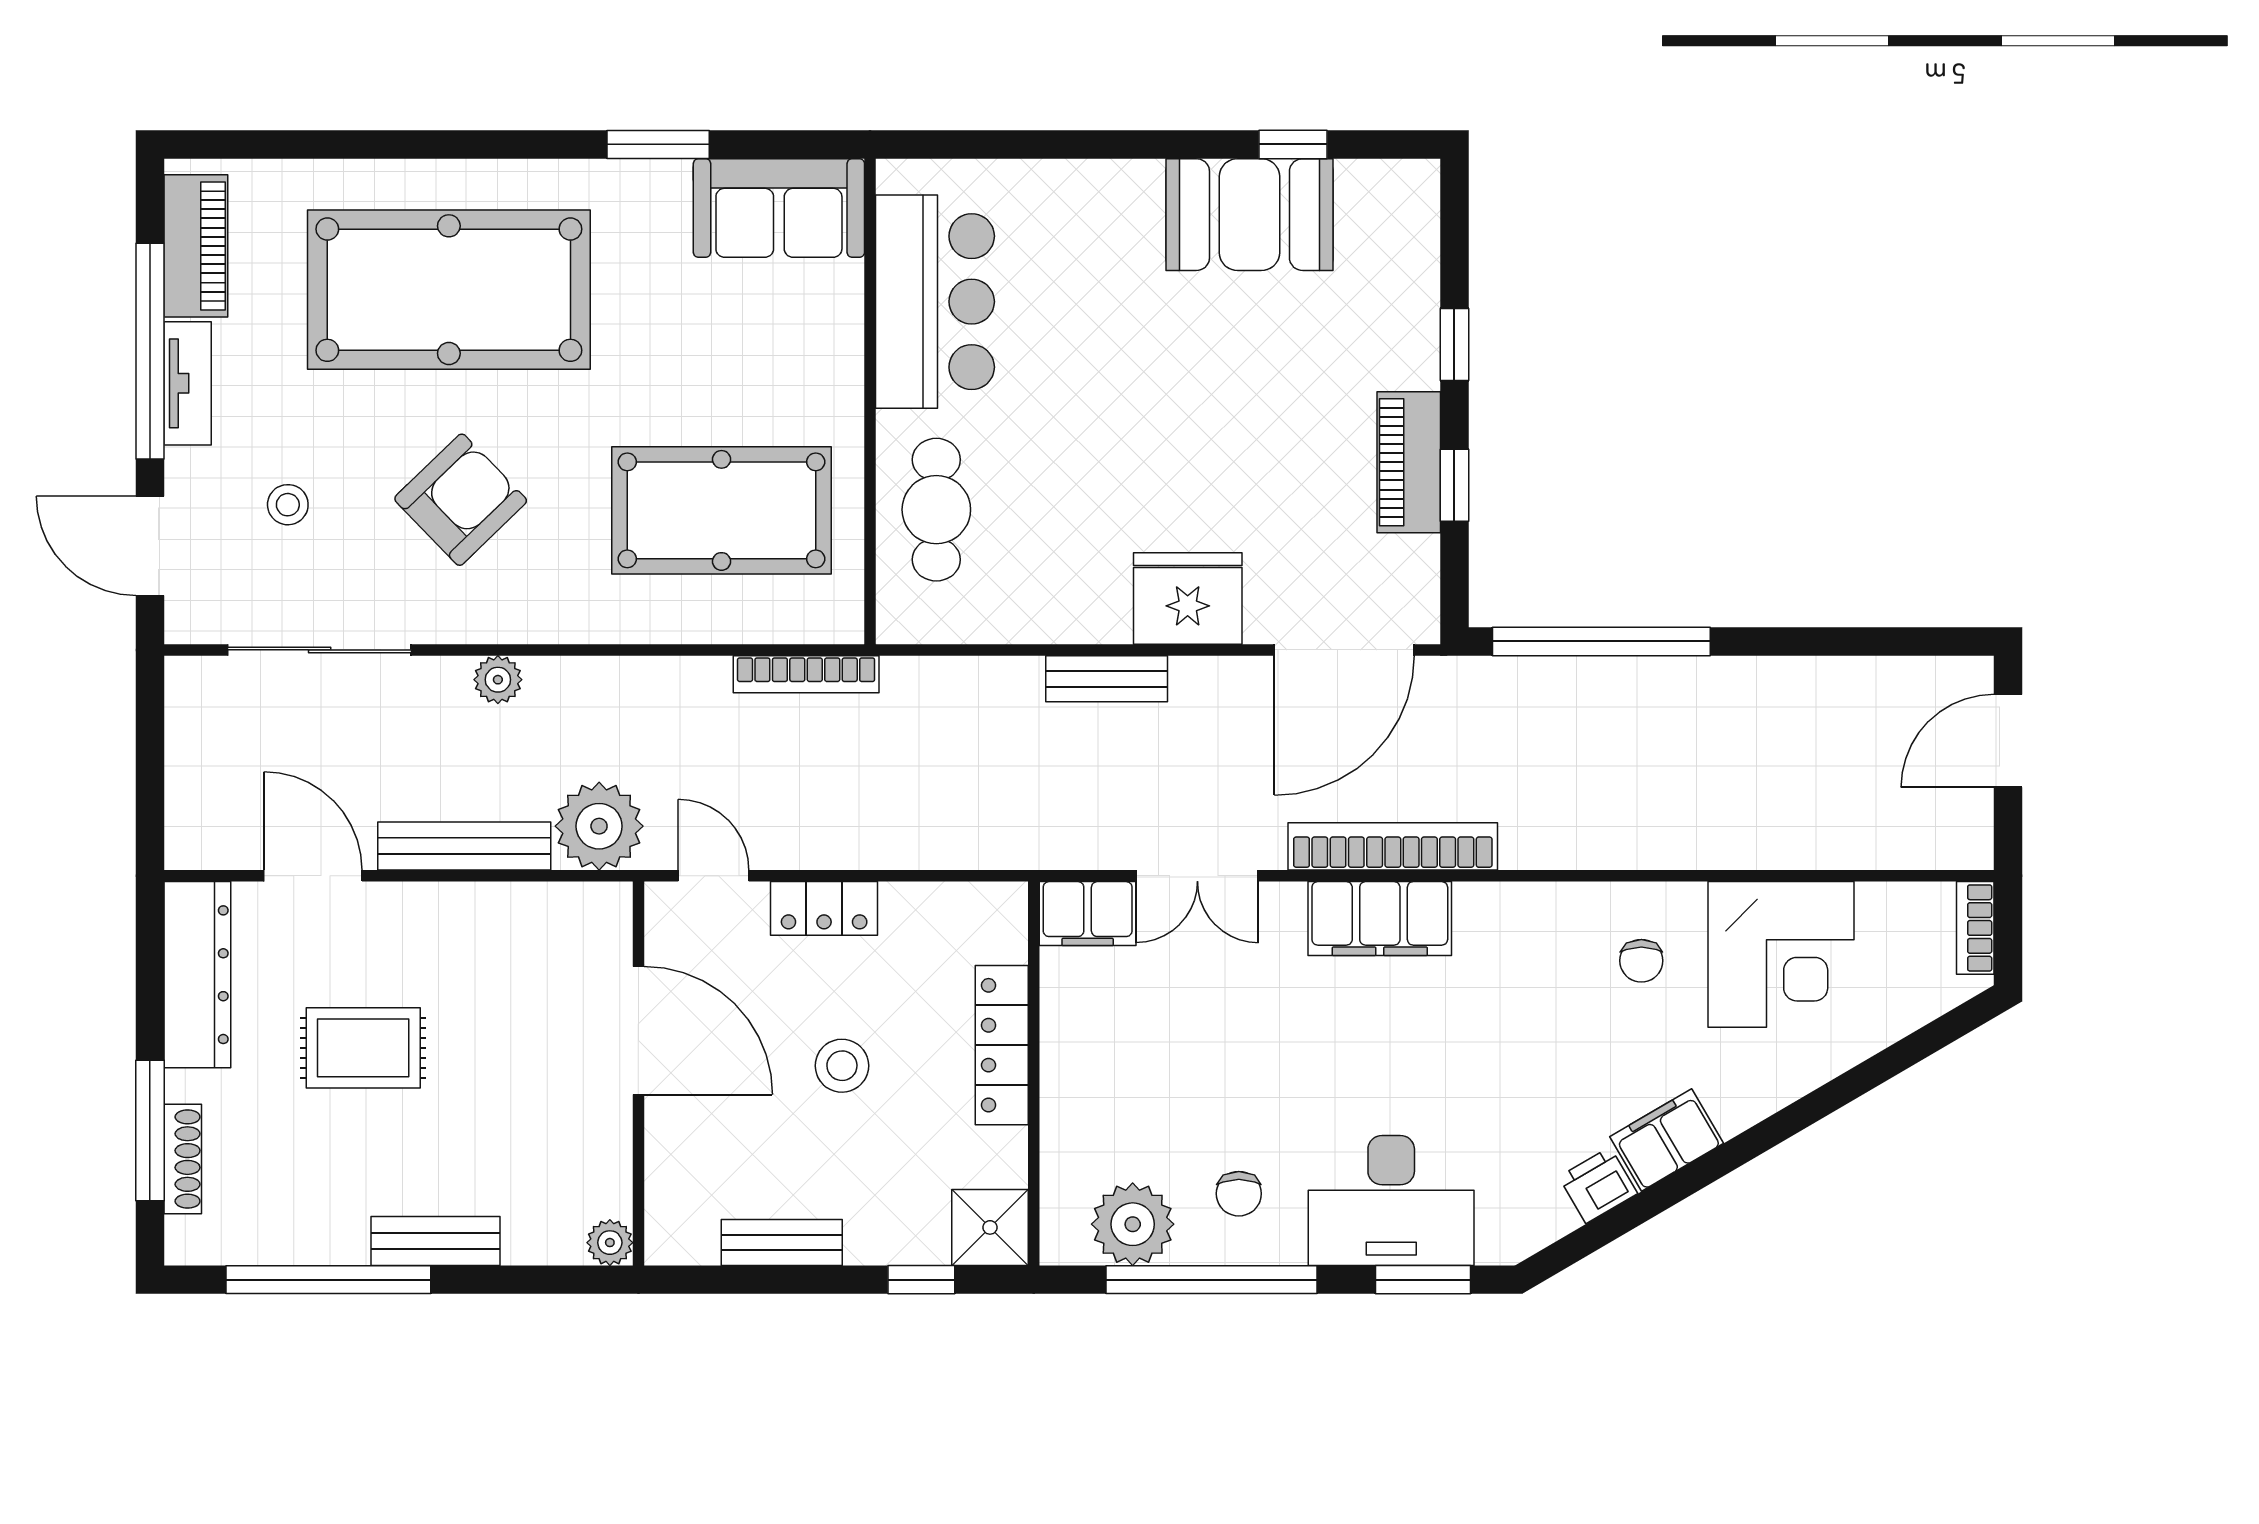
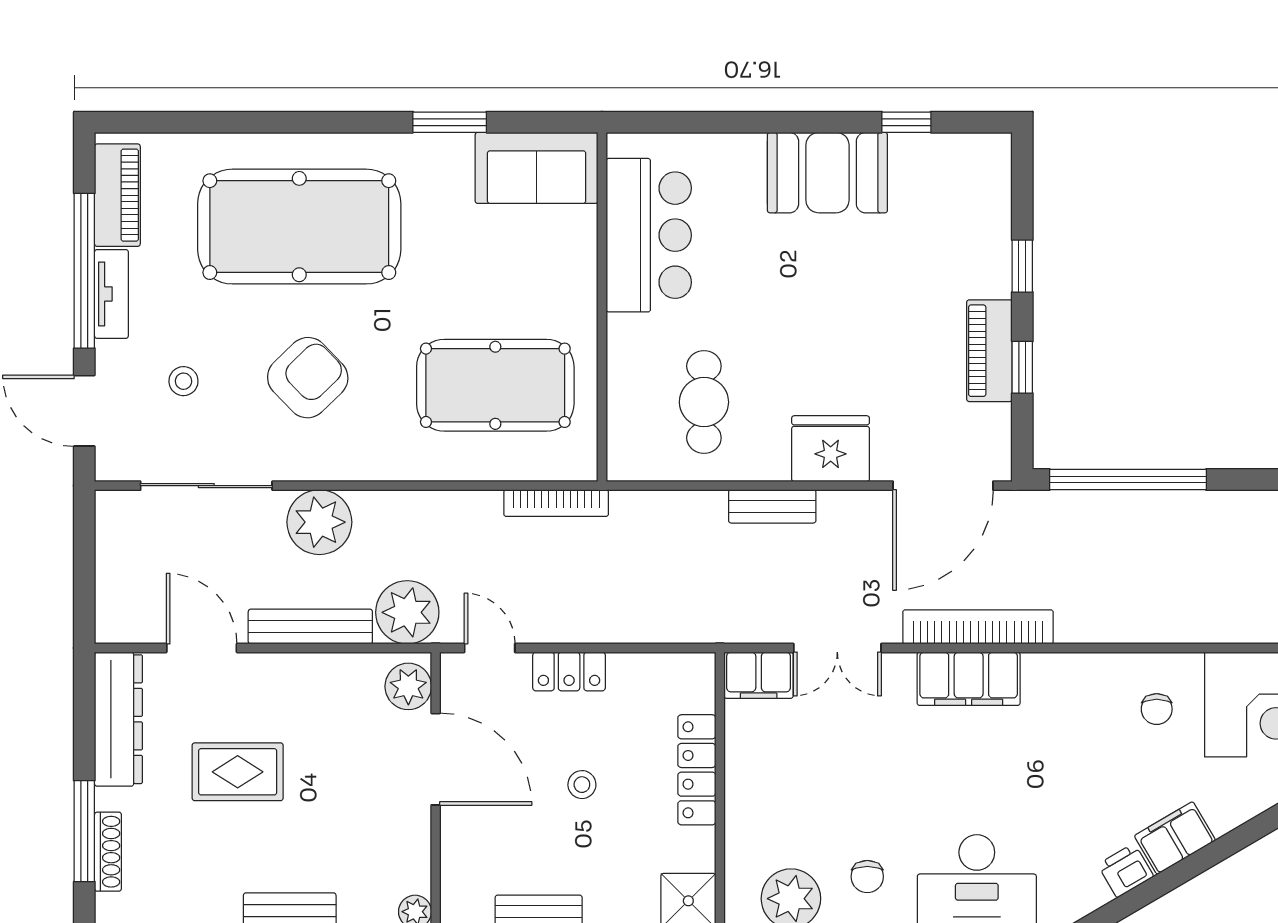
booth: (1249, 215) -> (827, 173), moved
cafe table: (936, 510) -> (704, 402), moved
plant: (498, 680) -> (319, 522), width x1.87, depth x1.87
plant: (600, 929) -> (408, 686), added
stool: (842, 1066) -> (582, 785), width x0.73, depth x0.73

